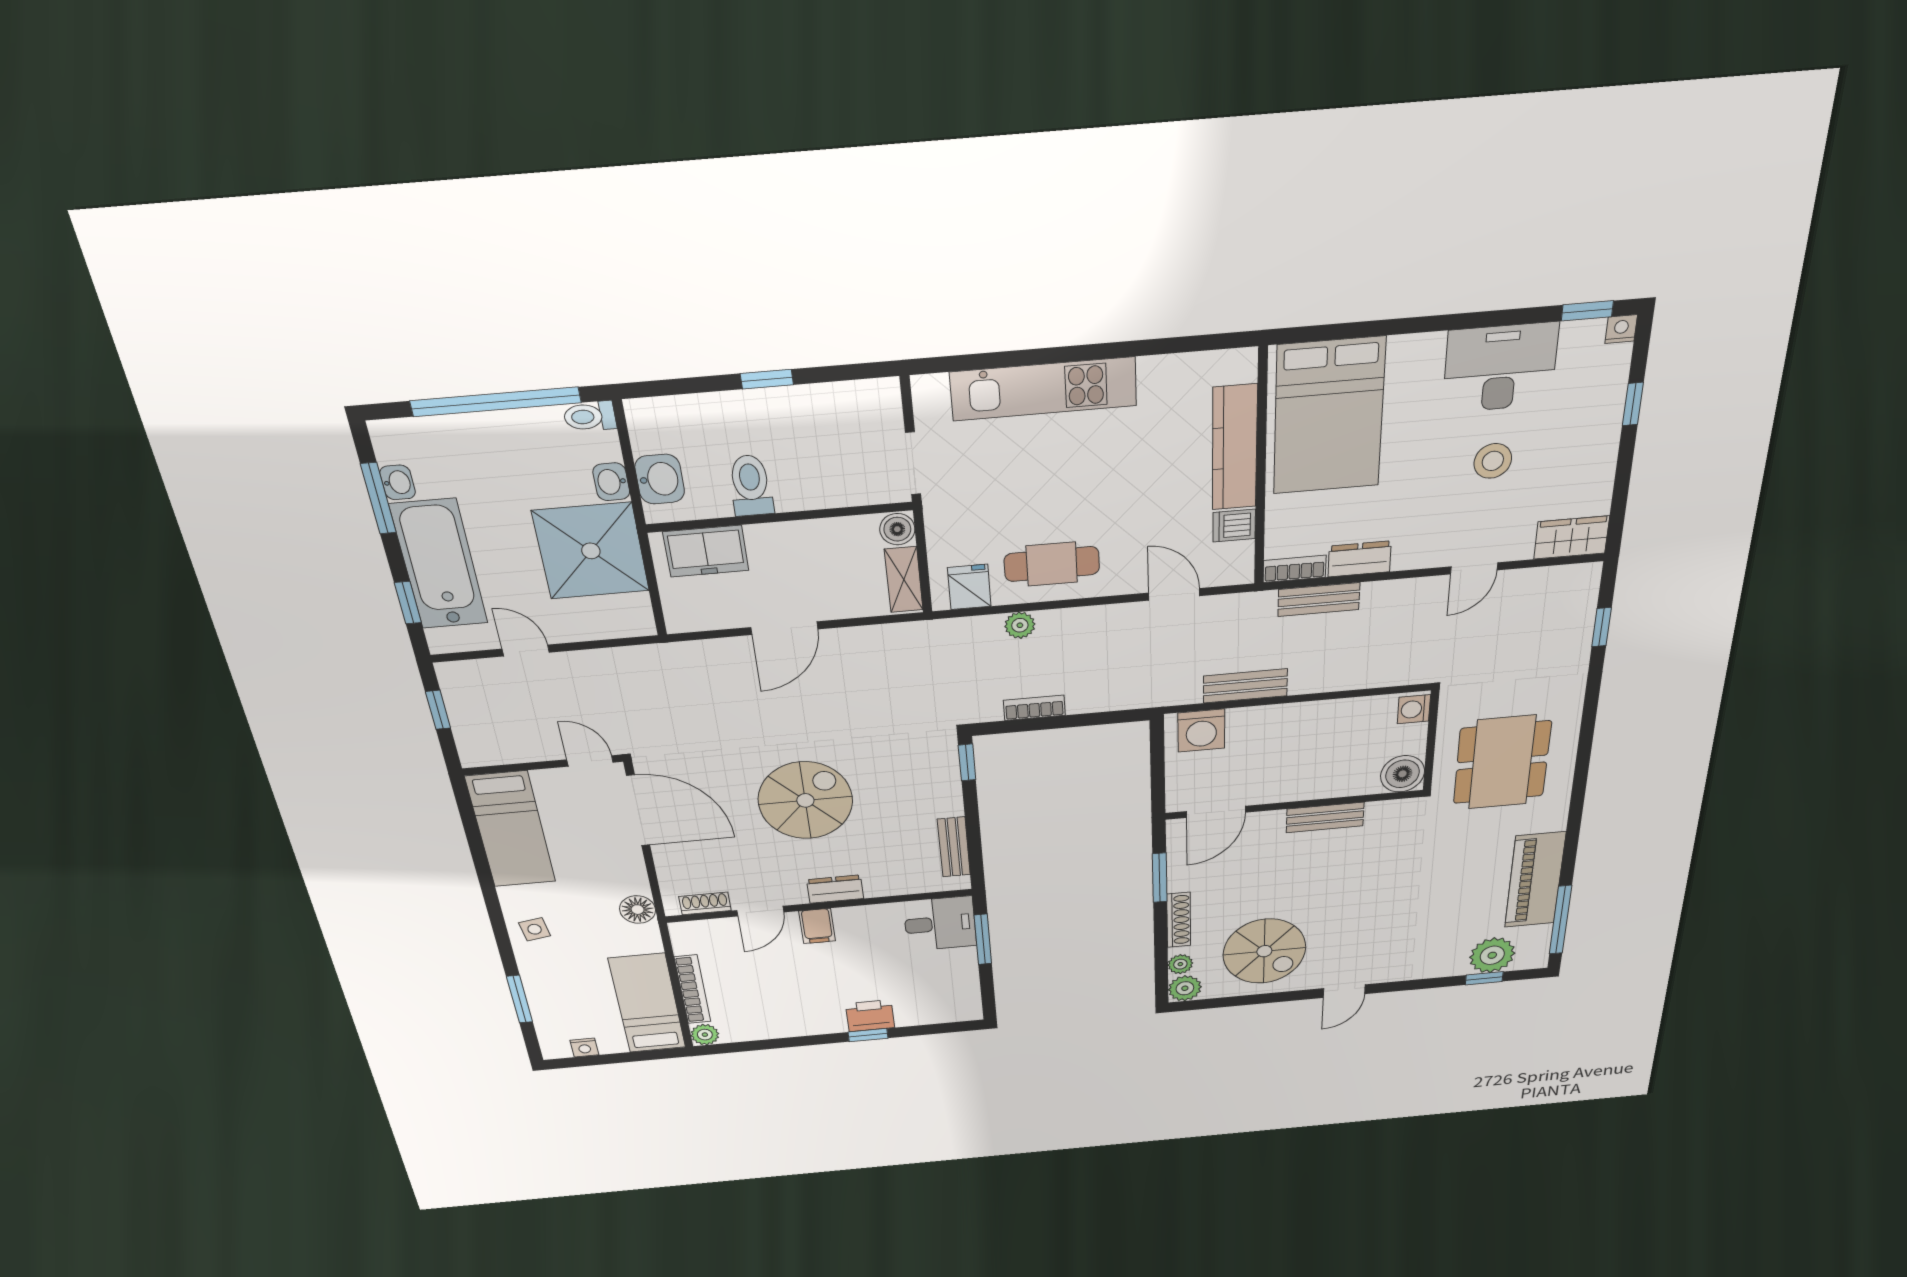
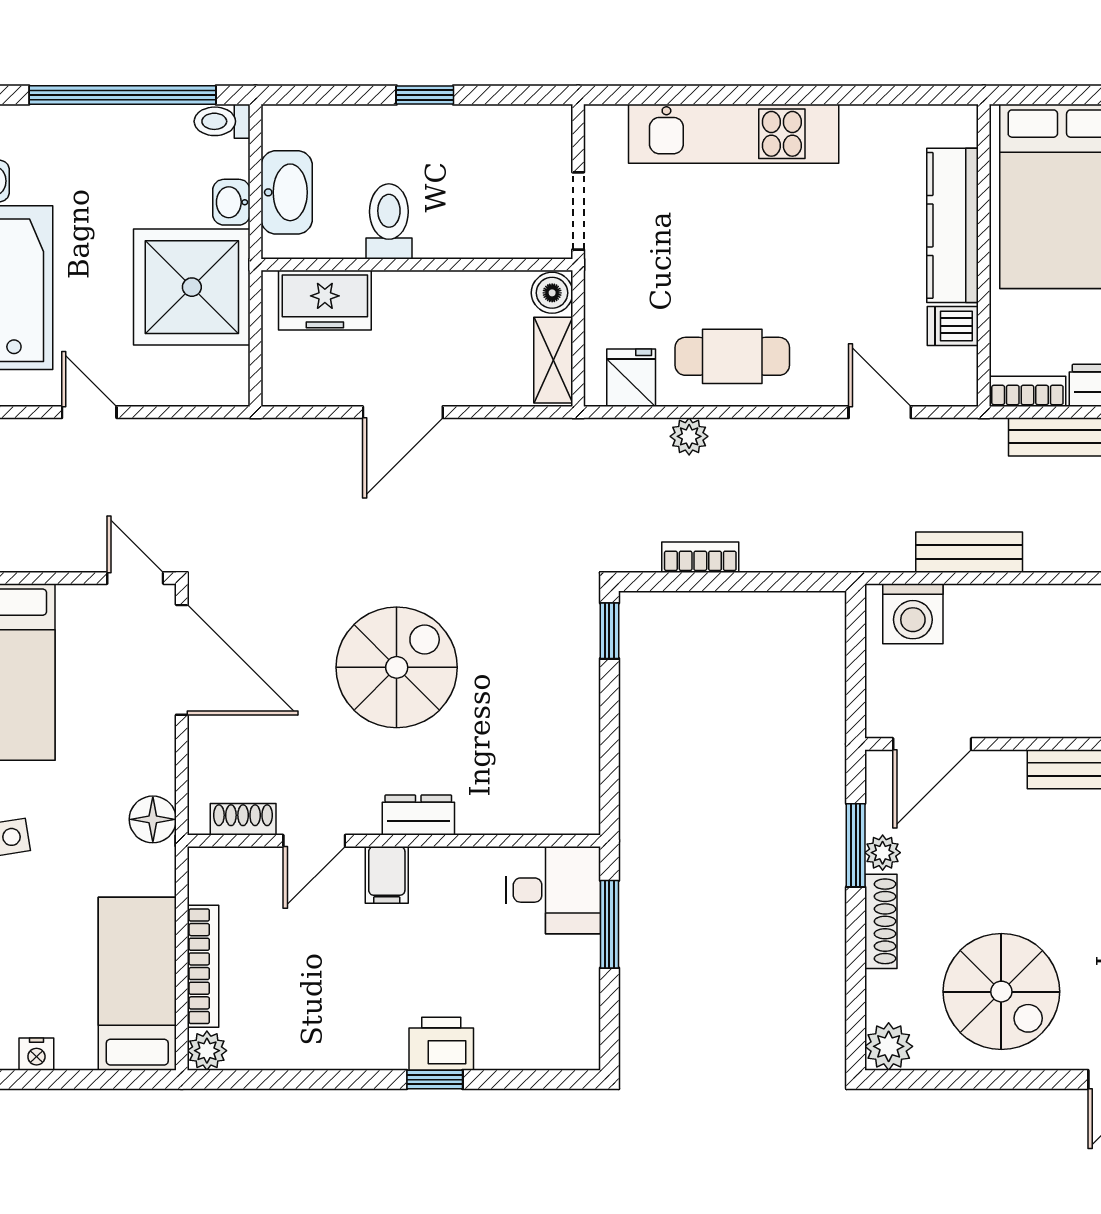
washbasin: (660, 479) -> (287, 192), width x1.38
bench: (954, 847) -> (582, 763), removed
plant: (1180, 964) -> (883, 853), moved

